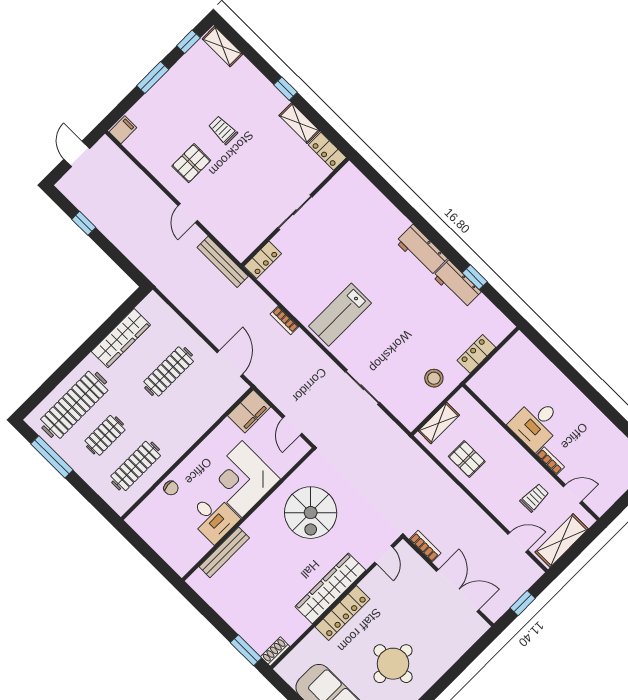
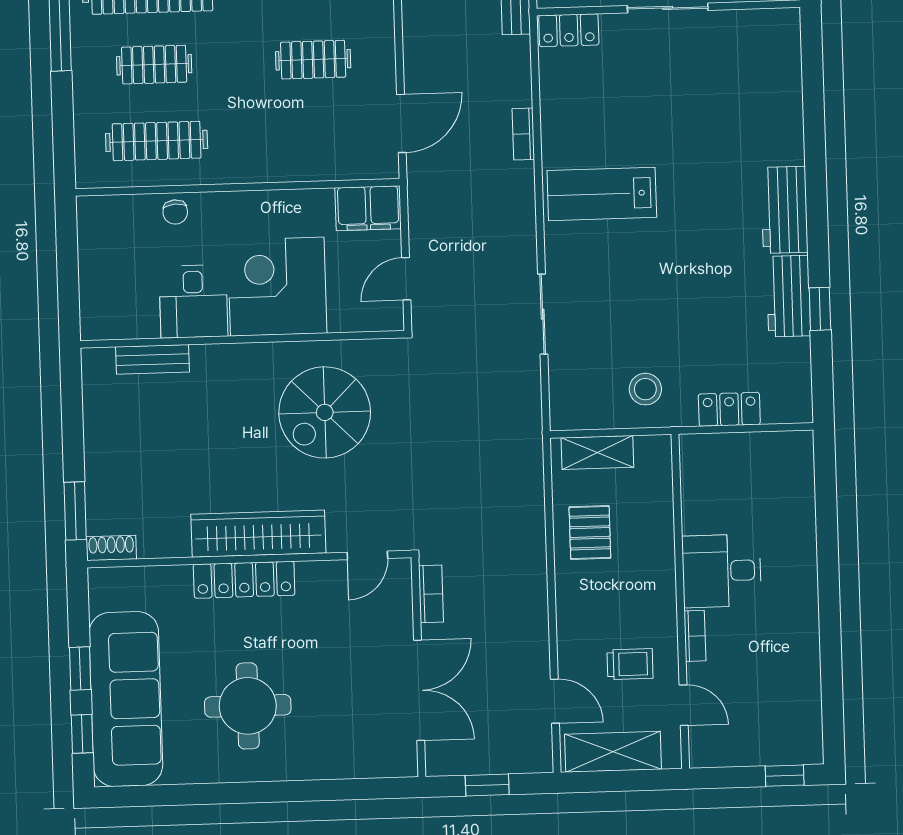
clothes rail: (169, 371) -> (313, 60), width x0.73
bench: (224, 552) -> (153, 359), width x0.73

